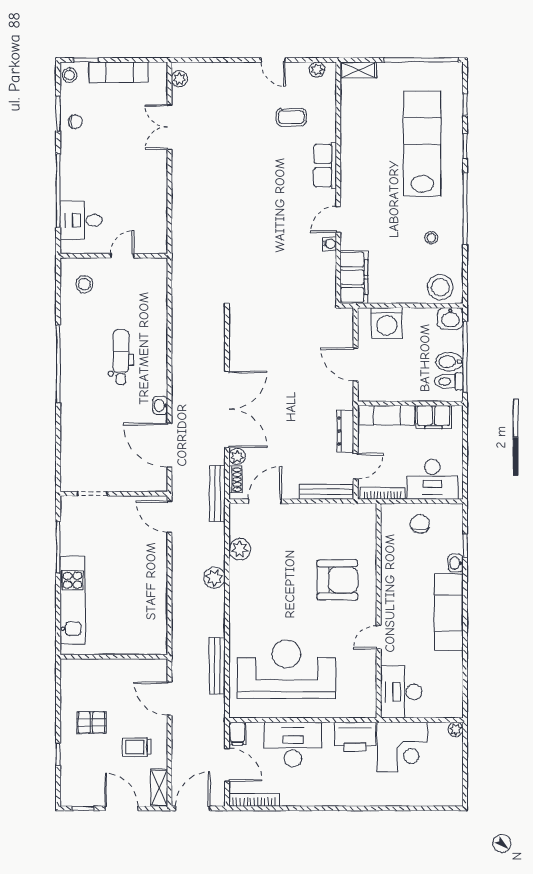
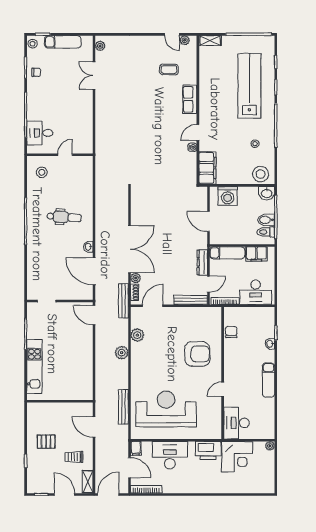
door: (273, 60) -> (172, 34), moved
dental chair: (121, 357) -> (64, 217), turned 94
chair: (420, 524) -> (231, 332), moved
exam couch: (449, 612) -> (268, 380), width x0.73, depth x0.69

